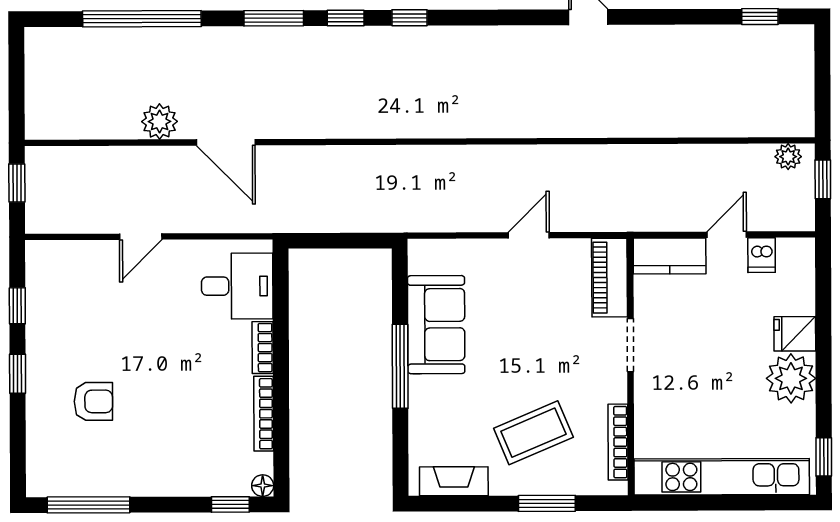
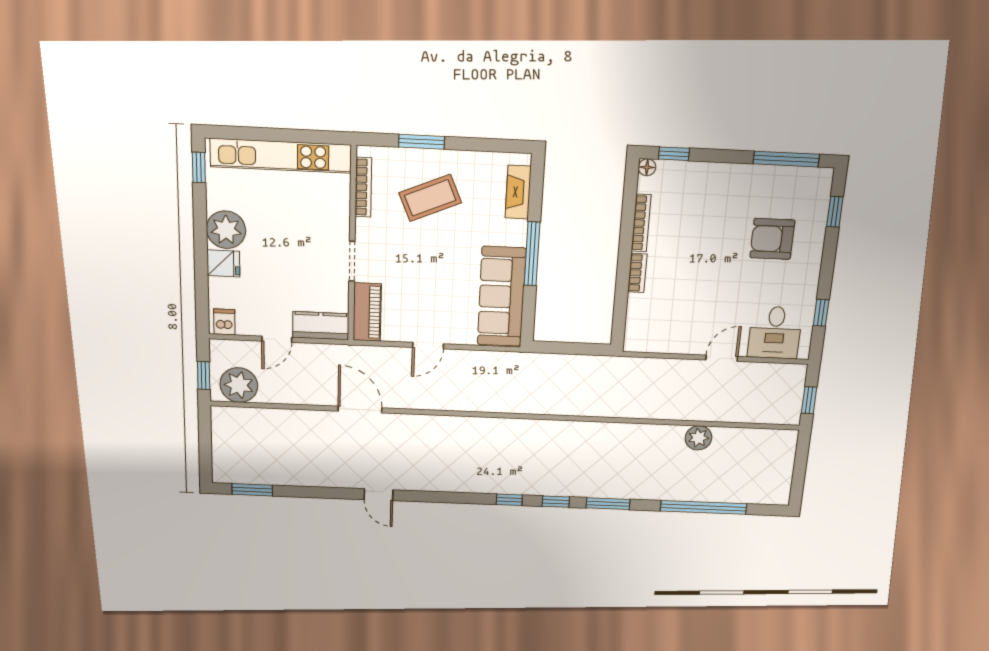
window: (760, 17) -> (252, 490), width x1.50
door: (226, 142) -> (360, 410), moved
plant: (788, 157) -> (239, 385), width x1.87, depth x1.87
dishwasher: (762, 255) -> (224, 322), moved
desk: (237, 286) -> (775, 333), moved, turned -90
sofa: (436, 325) -> (502, 297), width x1.36
window: (18, 374) -> (835, 212), moved
armchair: (93, 401) -> (772, 239), width x1.38, depth x1.38
fireplace: (454, 481) -> (518, 192), moved, turned 90

